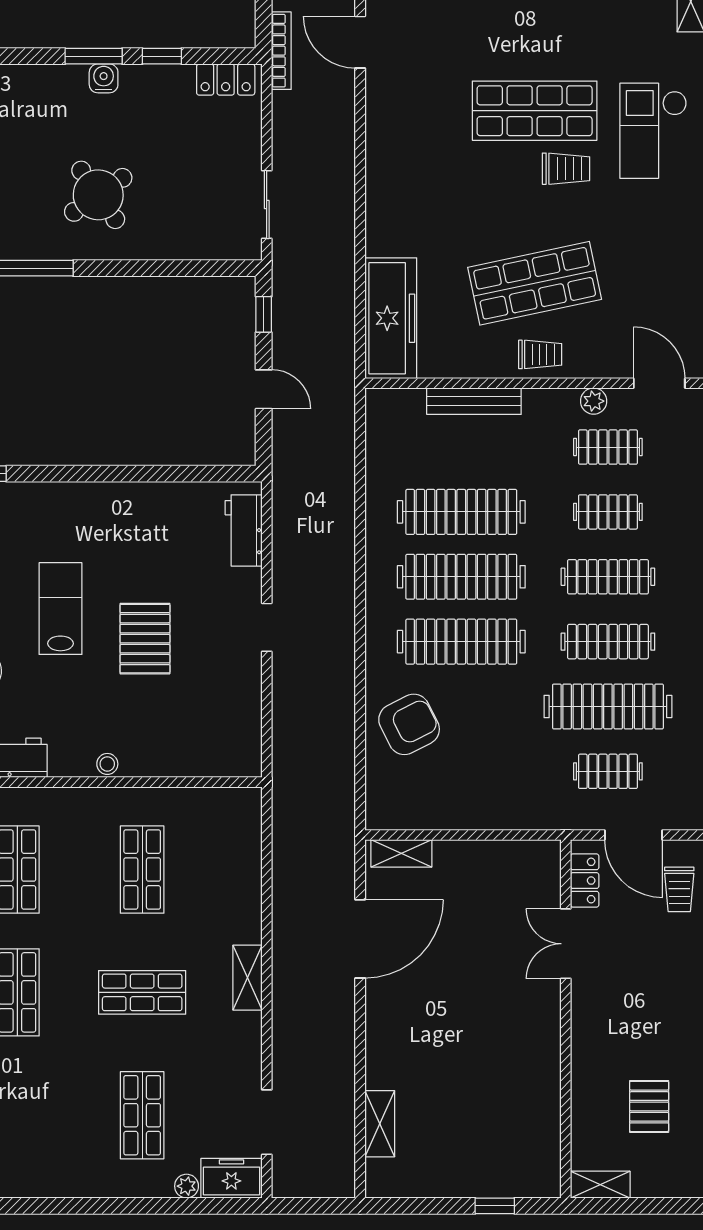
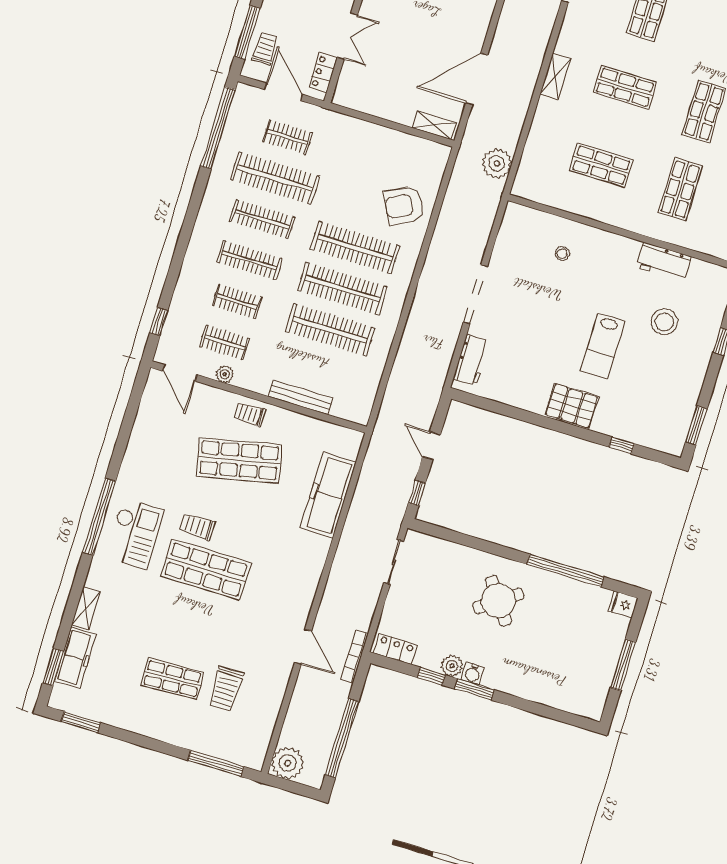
plant: (137, 80) -> (452, 666), added
freezer: (391, 318) -> (328, 495), moved
doorway: (267, 627) -> (475, 294), width x1.87
pallet: (145, 639) -> (572, 406), moved, turned 90
stool: (107, 764) -> (562, 254), moved
plant: (294, 826) -> (497, 164), added
shop shelf: (142, 870) -> (601, 165), turned 90

